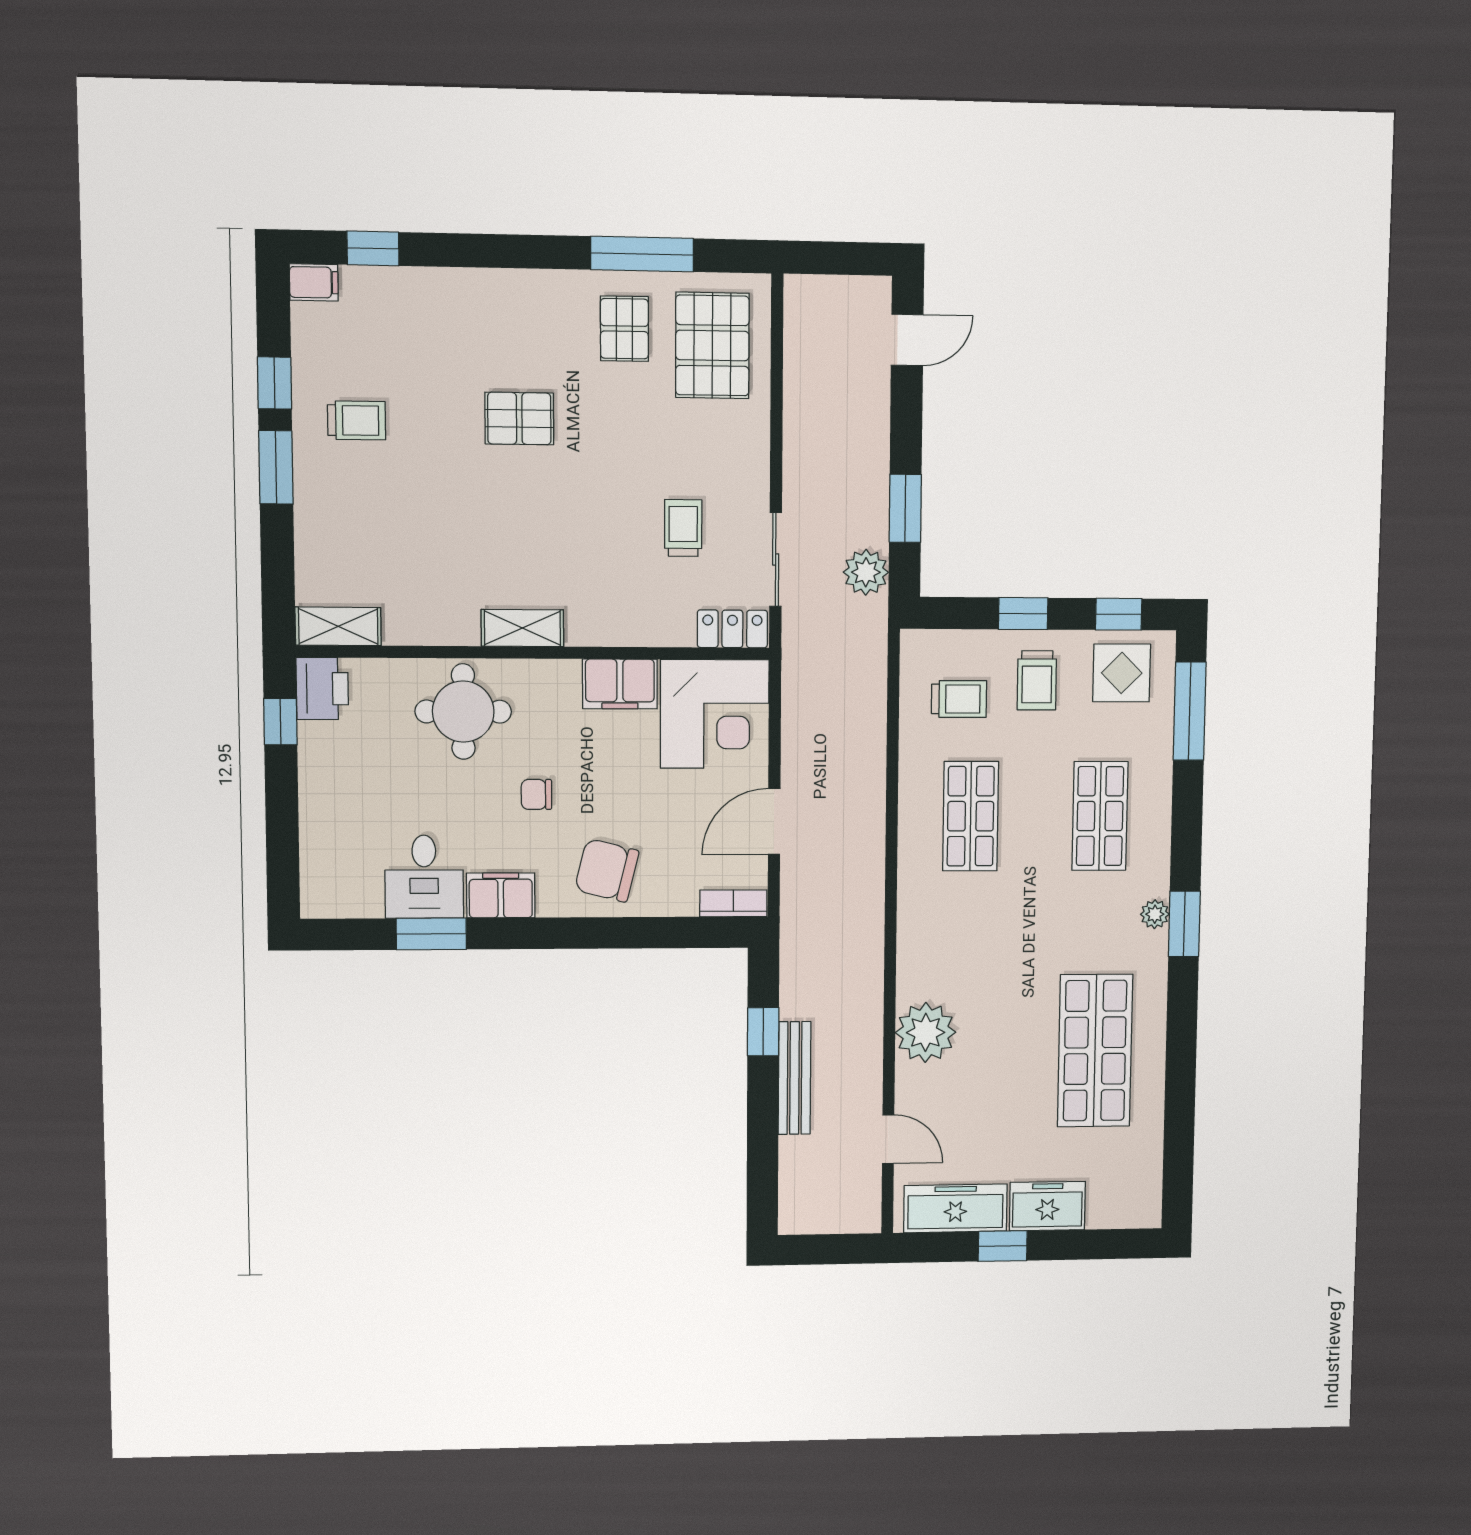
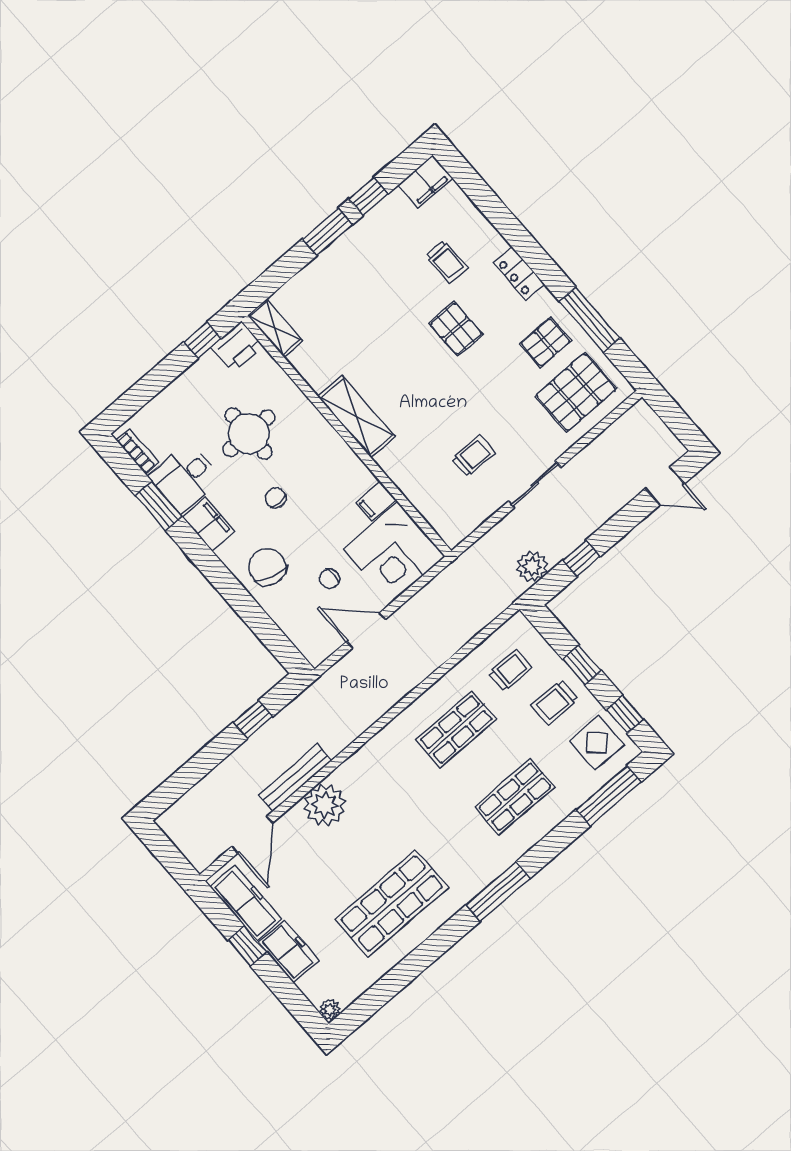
window: (373, 248) -> (476, 188), removed
filing cabinet: (314, 282) -> (425, 182), width x2.00
trolley: (357, 420) -> (446, 262), moved
window: (905, 508) -> (581, 558), width x0.67
sliding door: (776, 559) -> (535, 484), moved
shelving: (522, 628) -> (357, 417), width x1.50, depth x1.33
locker: (732, 629) -> (519, 273), moved, turned 180
filing cabinet: (620, 684) -> (376, 501), width x0.50
trolley: (959, 699) -> (510, 670), turned -90
round table: (463, 712) -> (249, 434), moved
chair: (681, 812) -> (330, 579), added
bookcase: (733, 903) -> (138, 452), moved
plant: (1155, 914) -> (330, 1010), moved
window: (1184, 924) -> (498, 892), width x1.44
bench: (794, 1078) -> (295, 778), moved
door: (888, 1139) -> (252, 835), width x1.38

